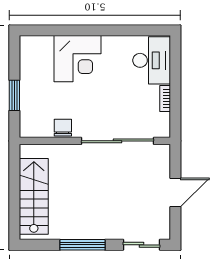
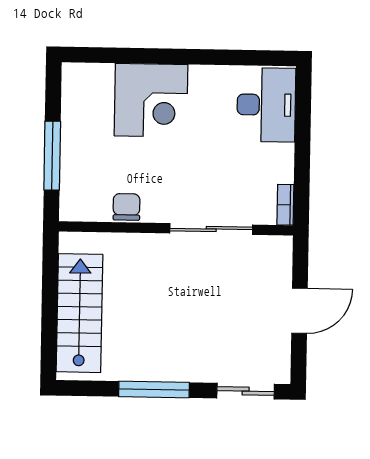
window: (14, 95) -> (52, 156), width x1.44
bookcase: (165, 99) -> (285, 205), moved
sliding door: (118, 141) -> (211, 229), width x0.73

